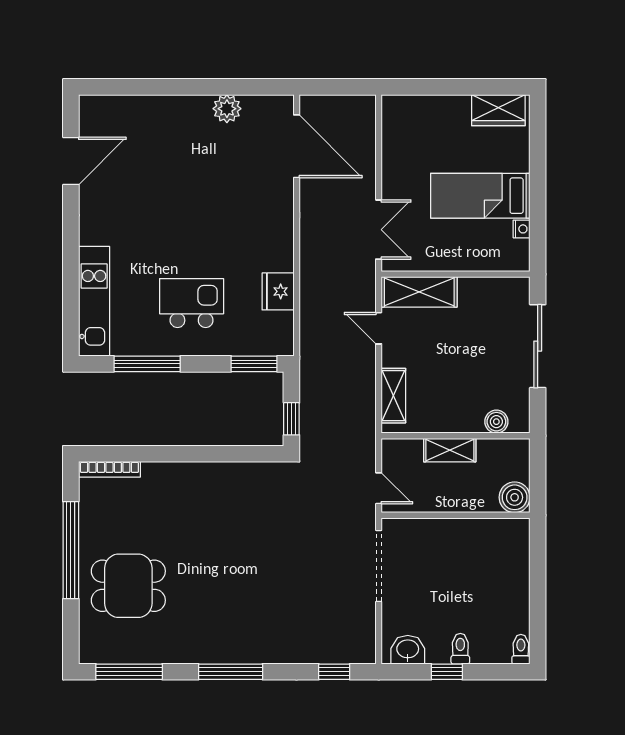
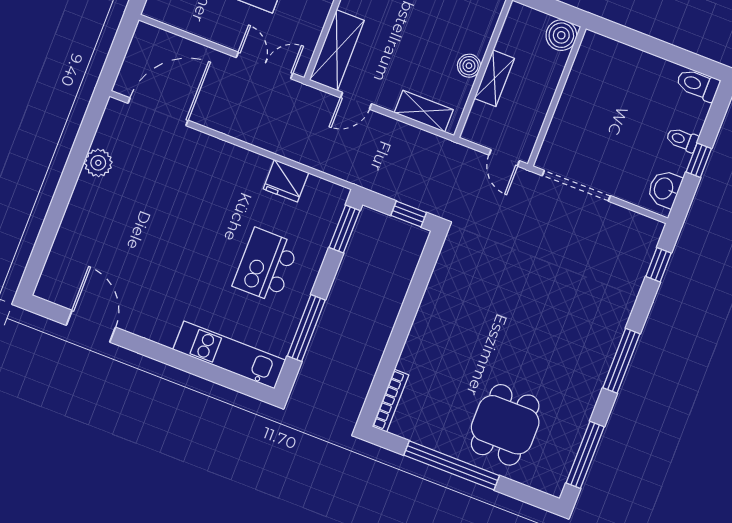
boiler: (496, 422) -> (469, 66), moved
door: (379, 488) -> (504, 158), swing flipped
toilet: (521, 649) -> (698, 85), width x1.37, depth x1.39

